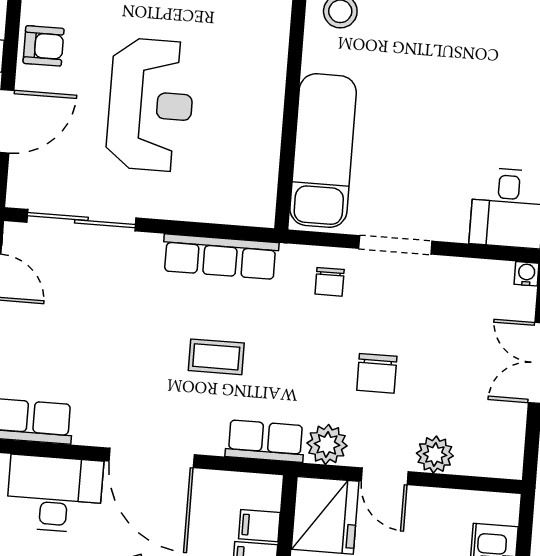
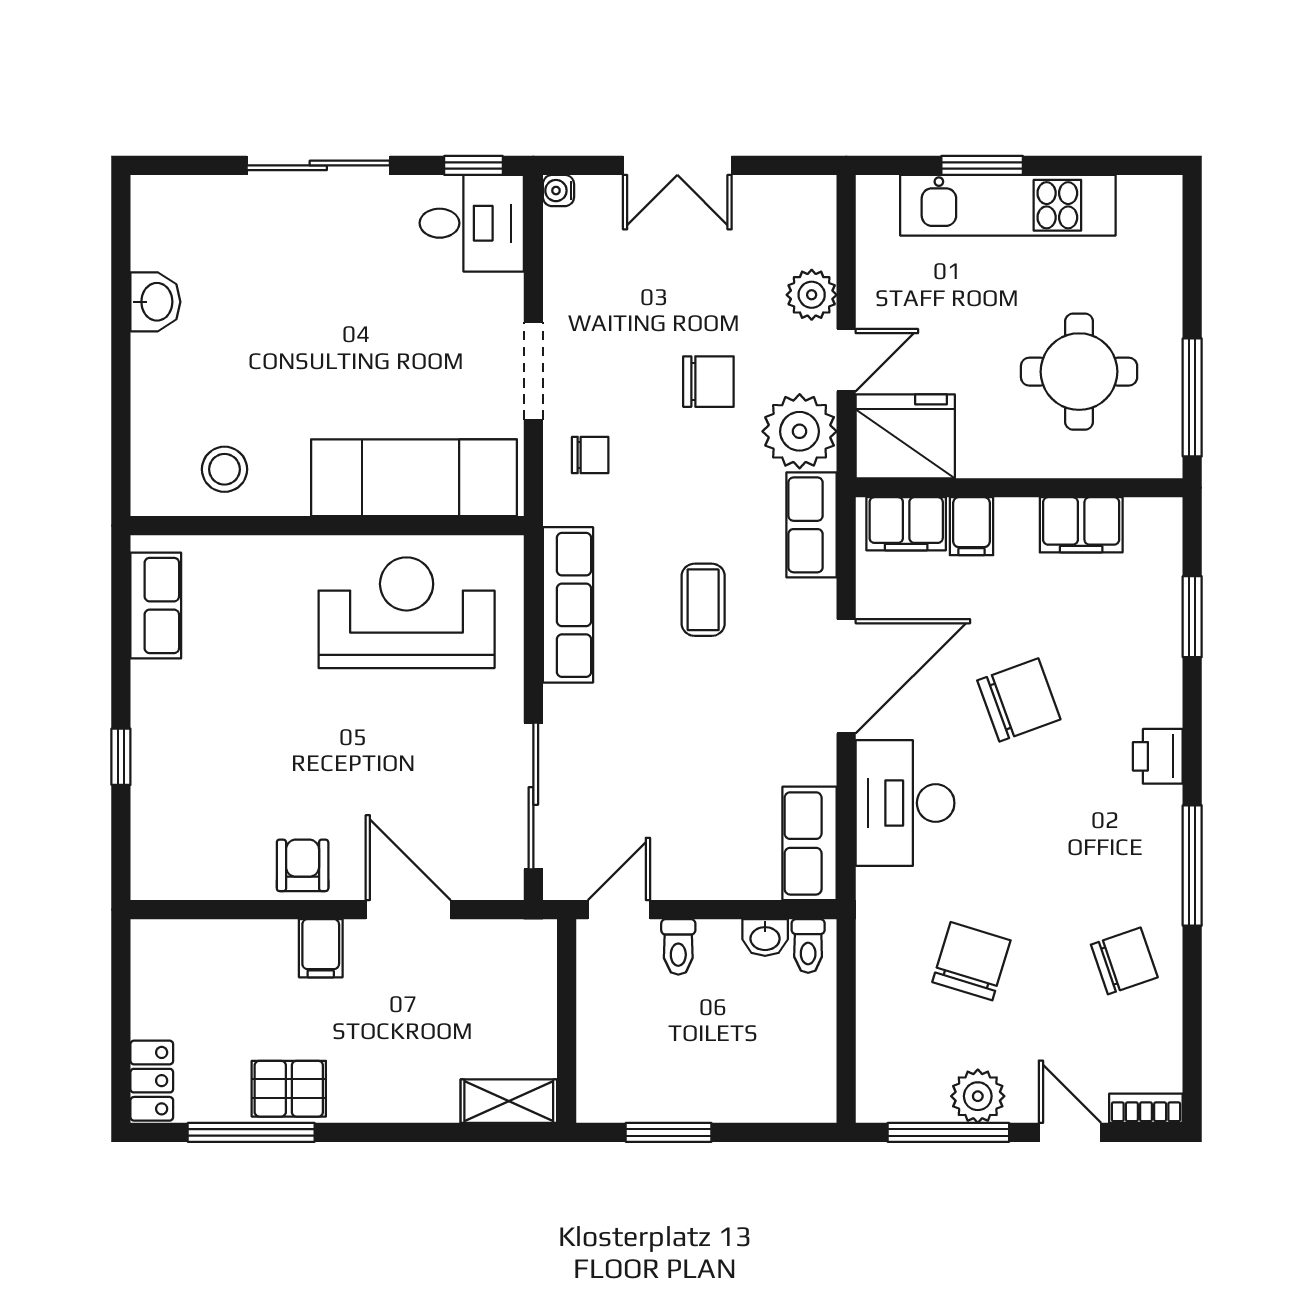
reception desk: (151, 105) -> (407, 613), moved
plant: (327, 444) -> (800, 431), width x1.36, depth x1.36
filing cabinet: (259, 526) -> (906, 524), width x2.00

